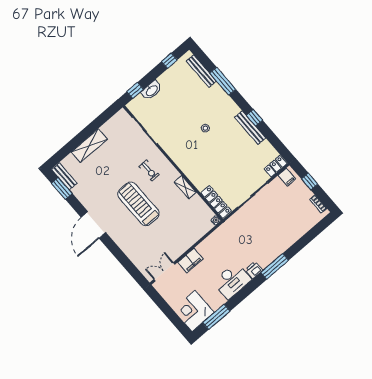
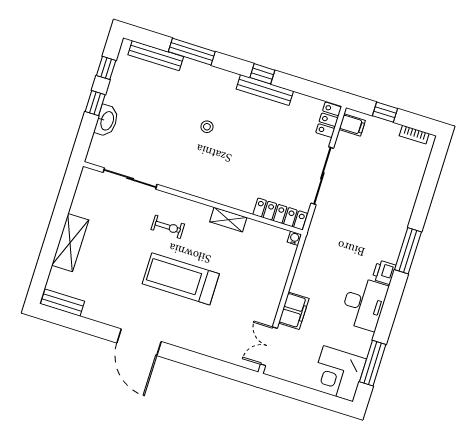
window: (135, 90) -> (95, 103), moved
window: (62, 188) -> (69, 320), removed

